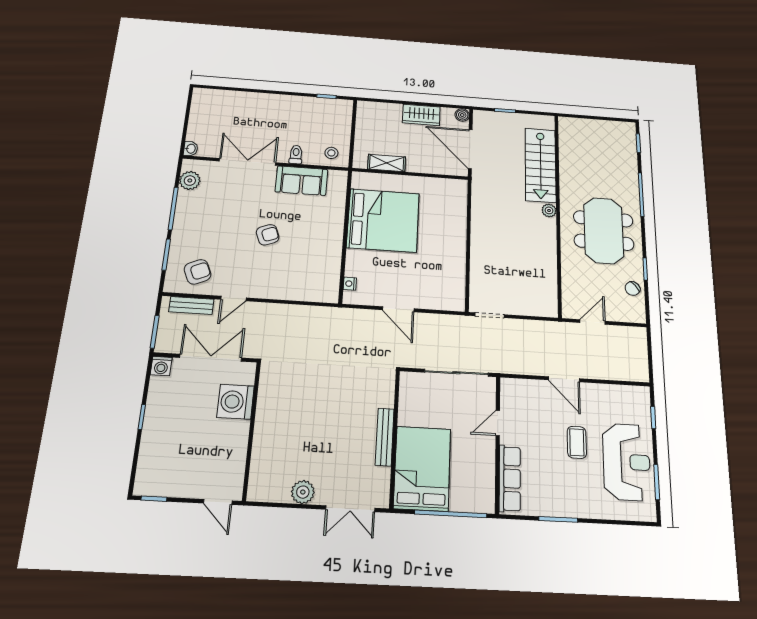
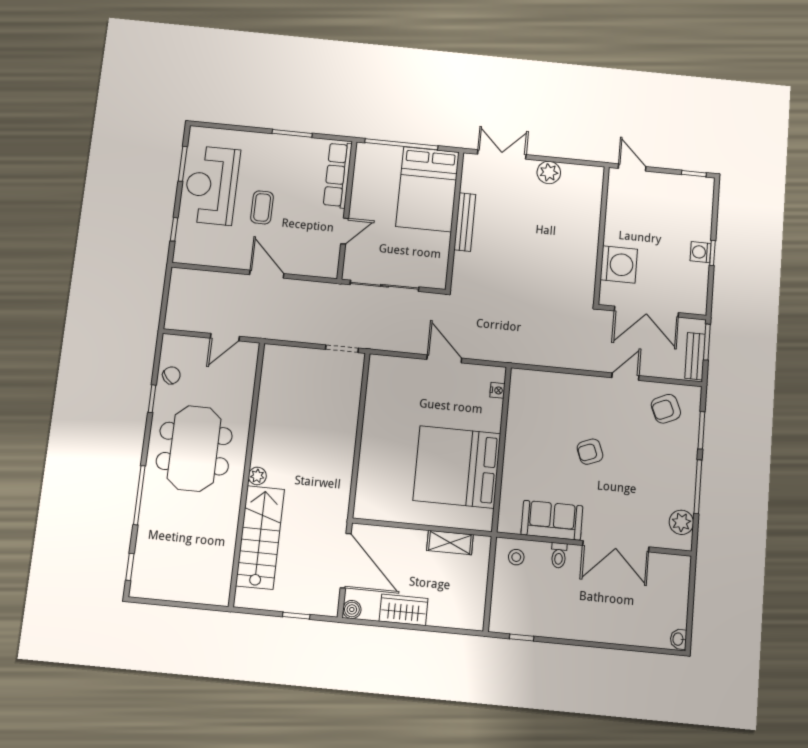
washbasin: (191, 149) -> (678, 639), moved
bench: (191, 305) -> (695, 356), moved, turned 90
washing machine: (161, 366) -> (701, 252), moved, turned -90

